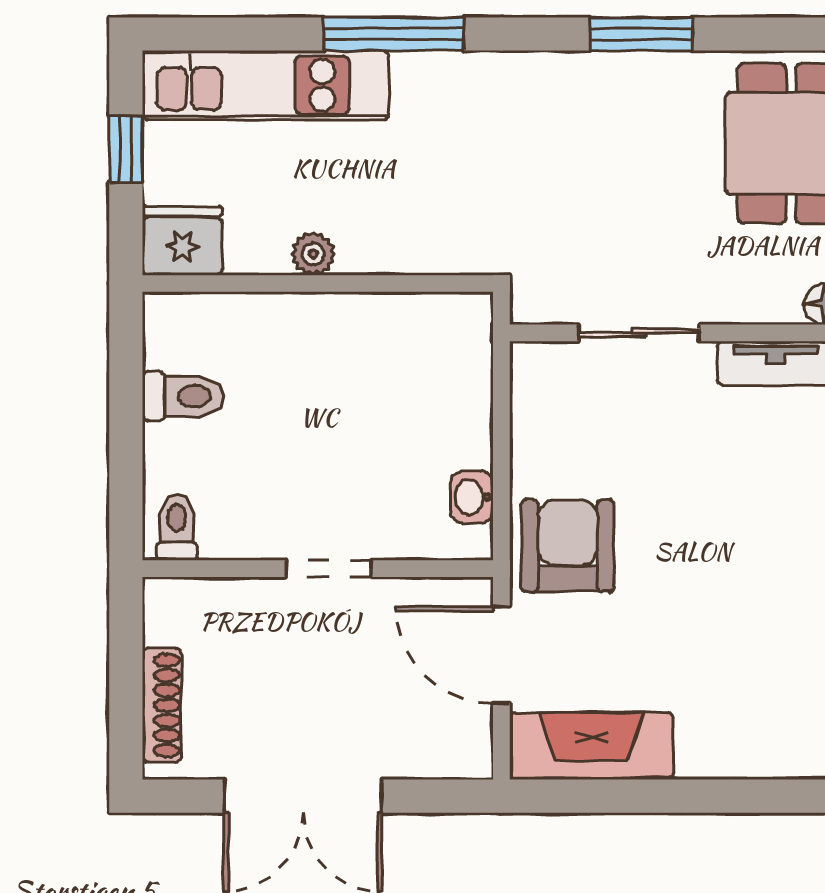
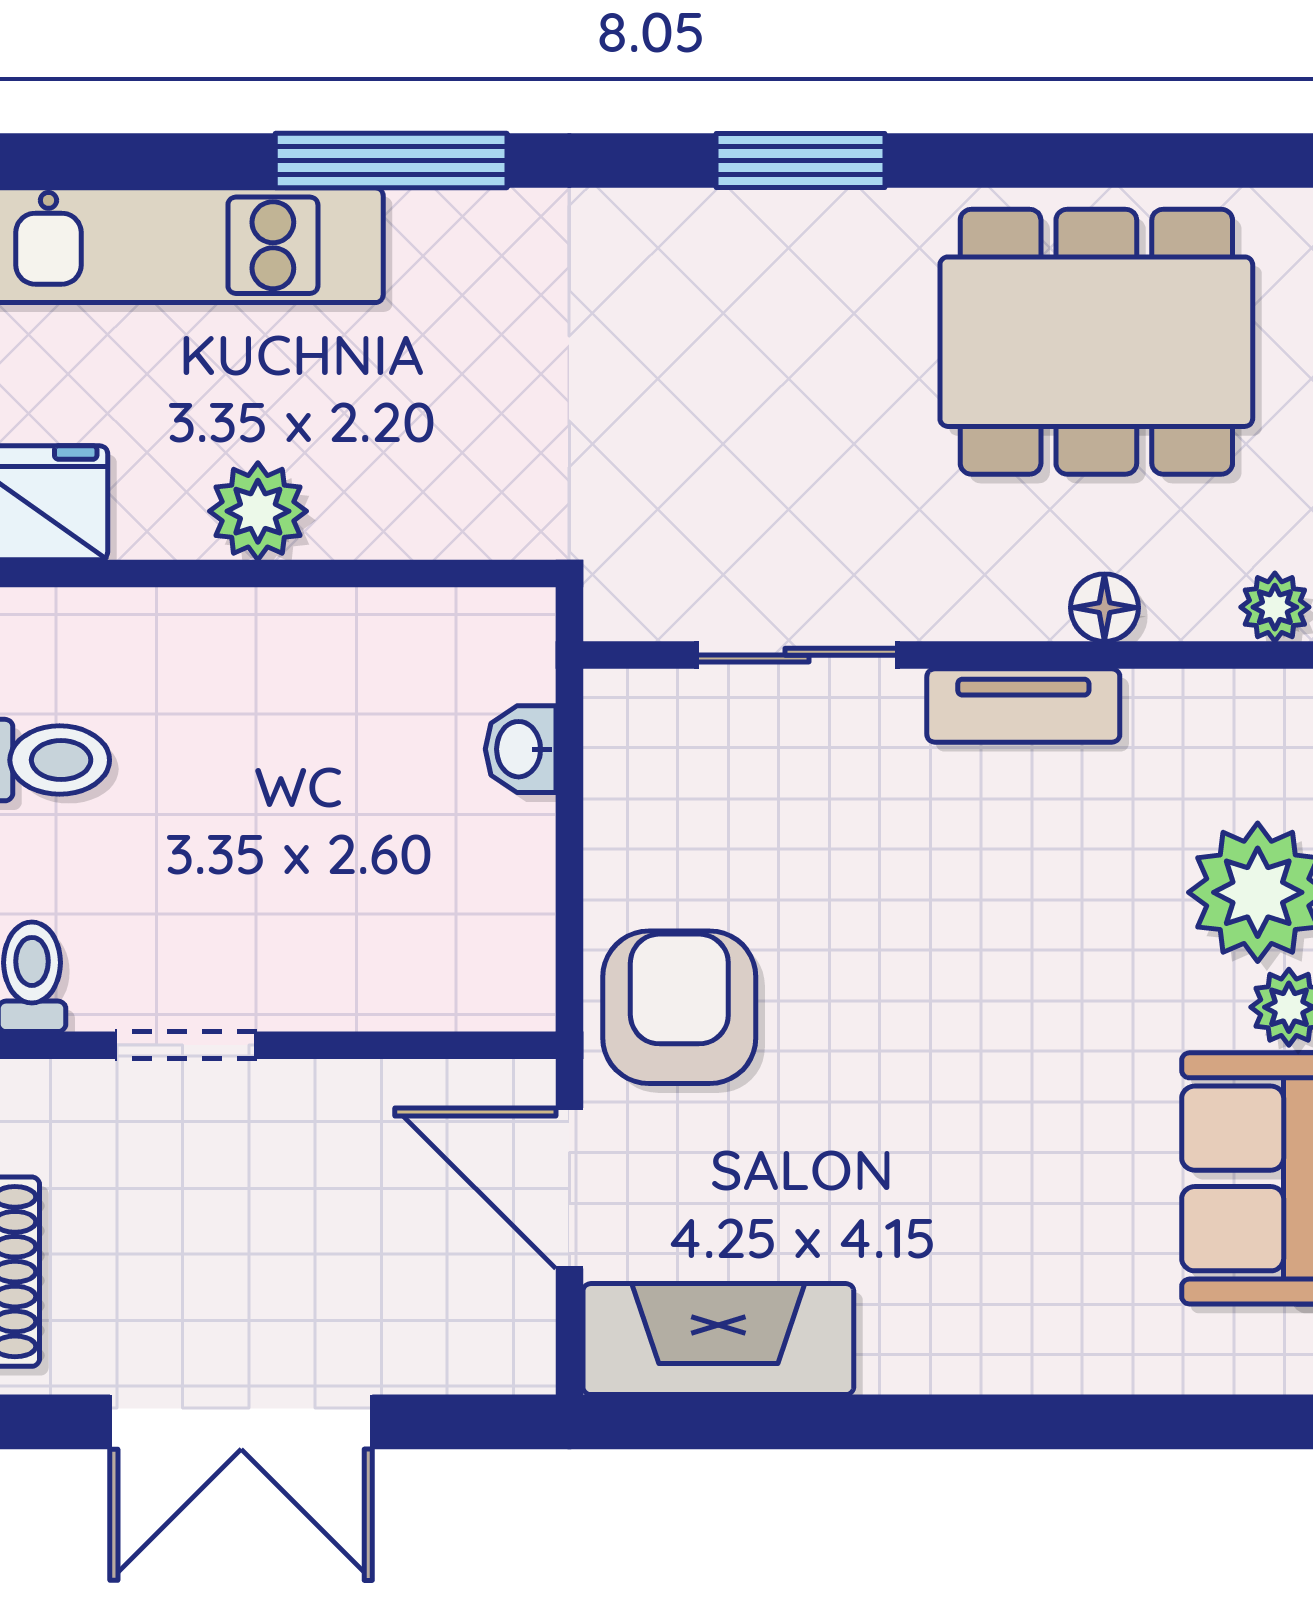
plant: (313, 254) -> (258, 511), width x1.38, depth x1.38
washbasin: (472, 497) -> (521, 749), moved
doorway: (329, 569) -> (186, 1045), moved

